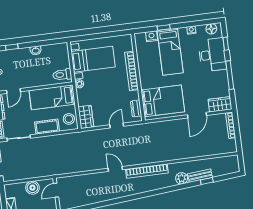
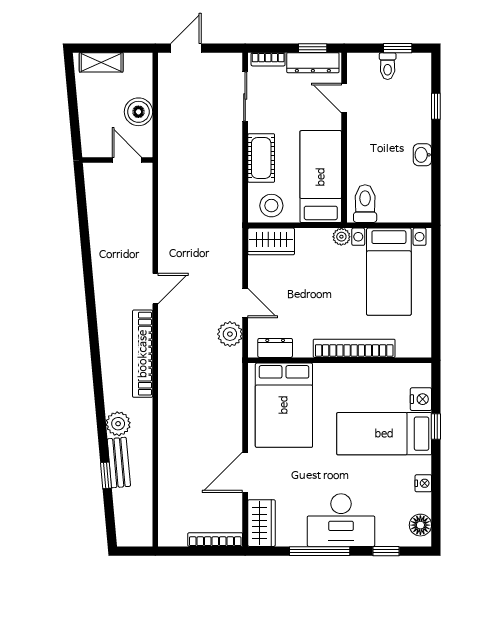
desk: (212, 55) -> (341, 520), moved
door: (197, 115) -> (245, 472), hinge flipped
plant: (132, 131) -> (230, 334), added

